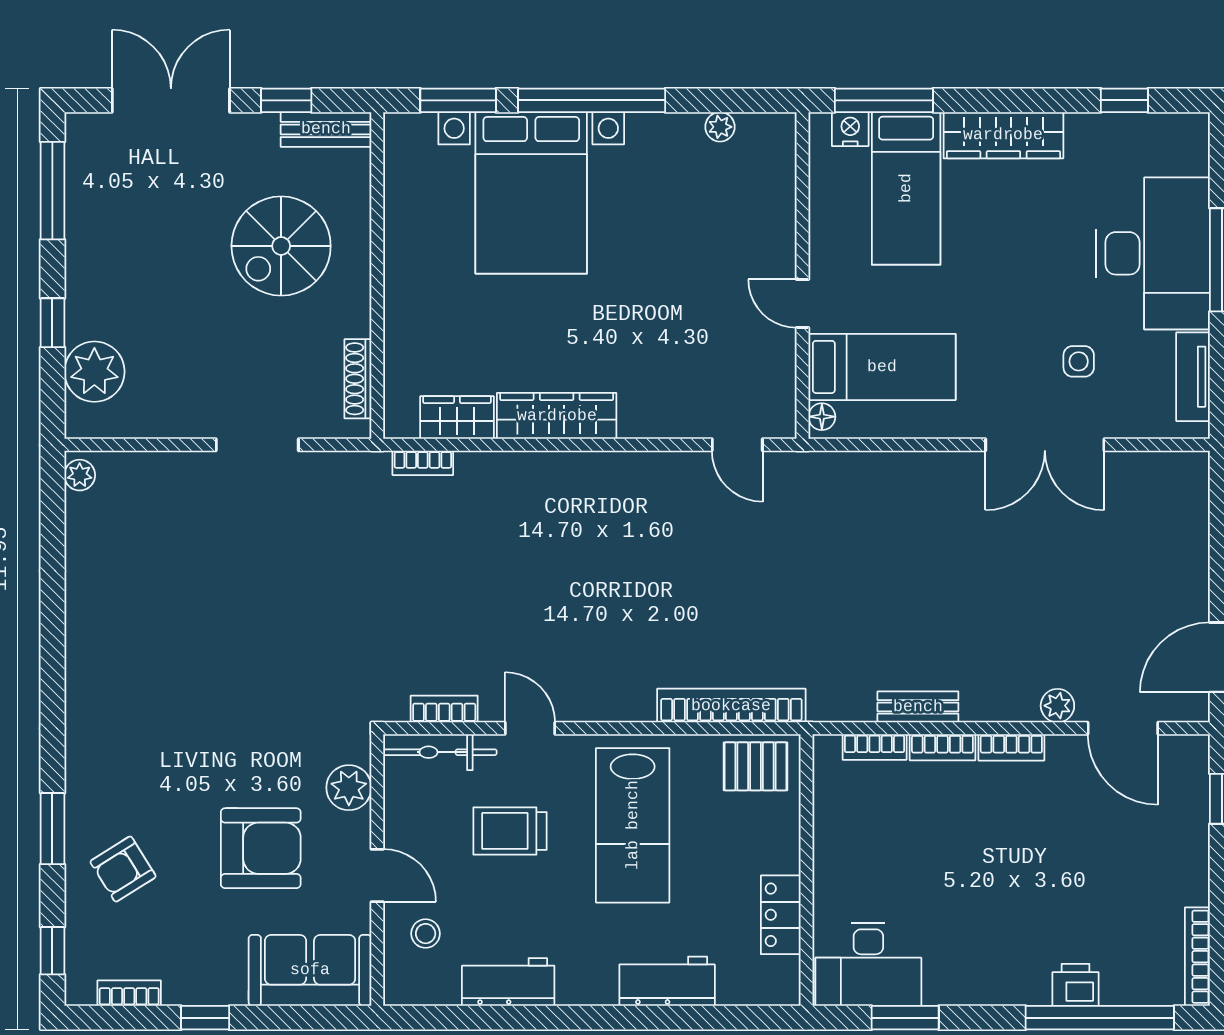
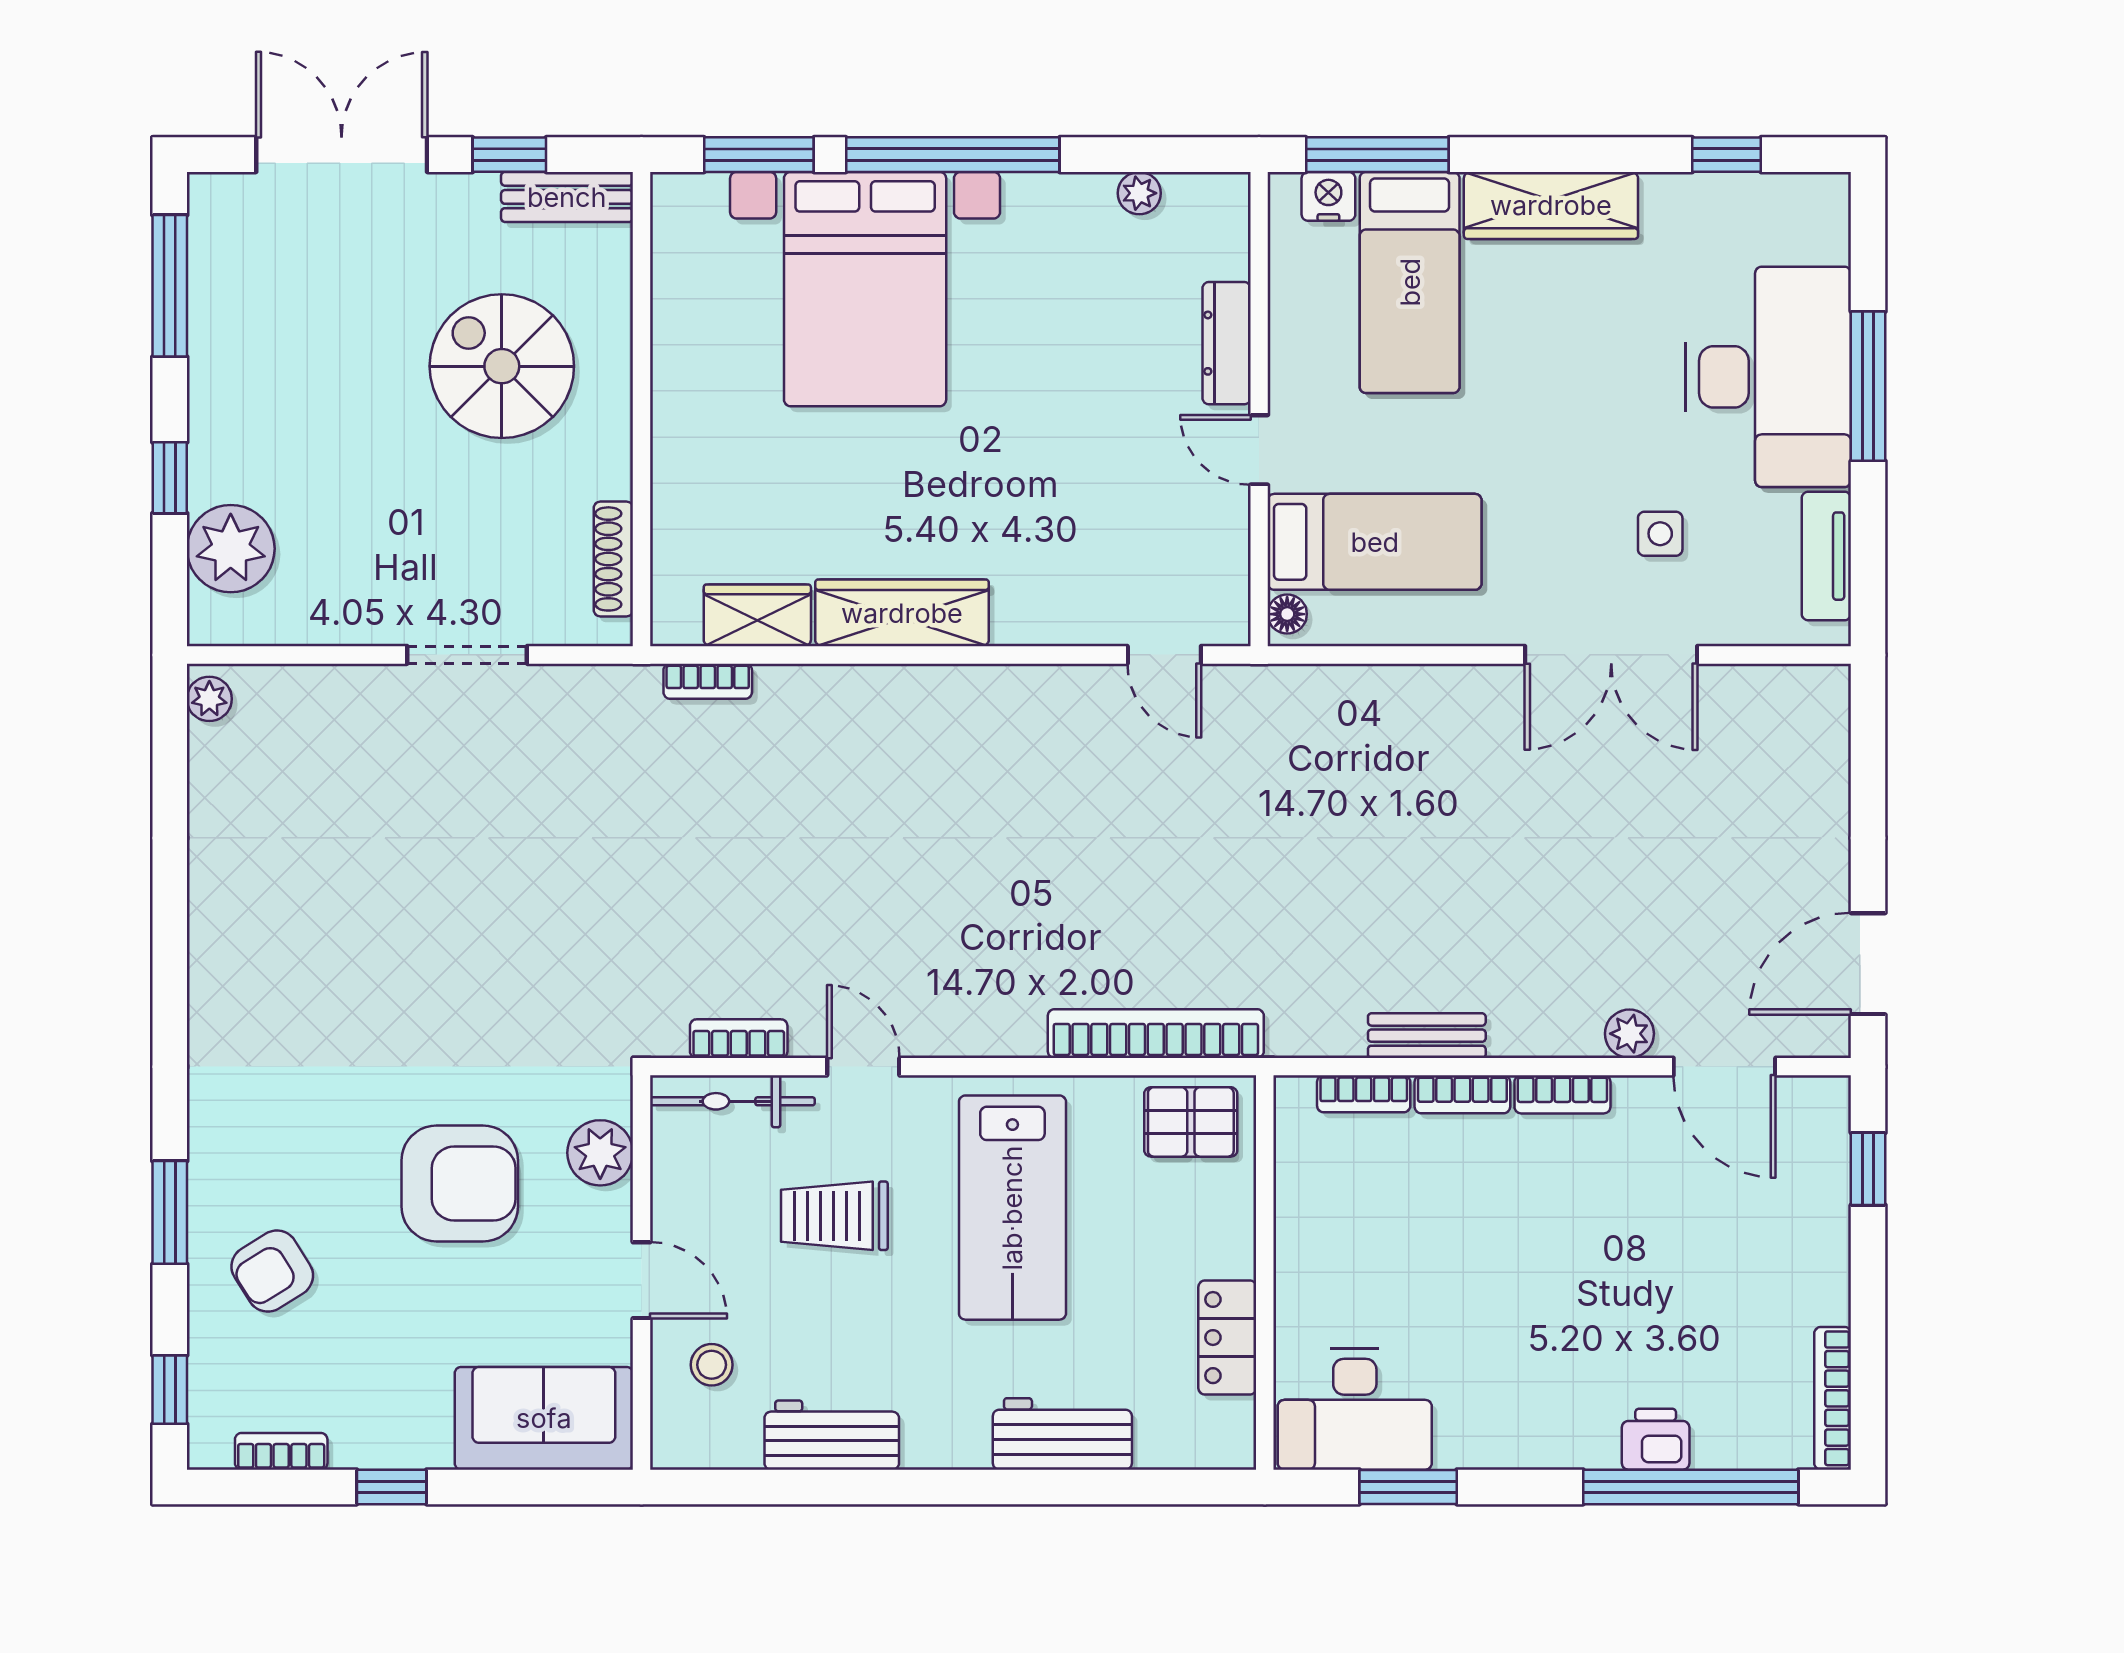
dresser: (780, 230) -> (1227, 343), added
spiral stairs: (281, 246) -> (502, 366), turned 90
armchair: (261, 848) -> (460, 1184), moved

